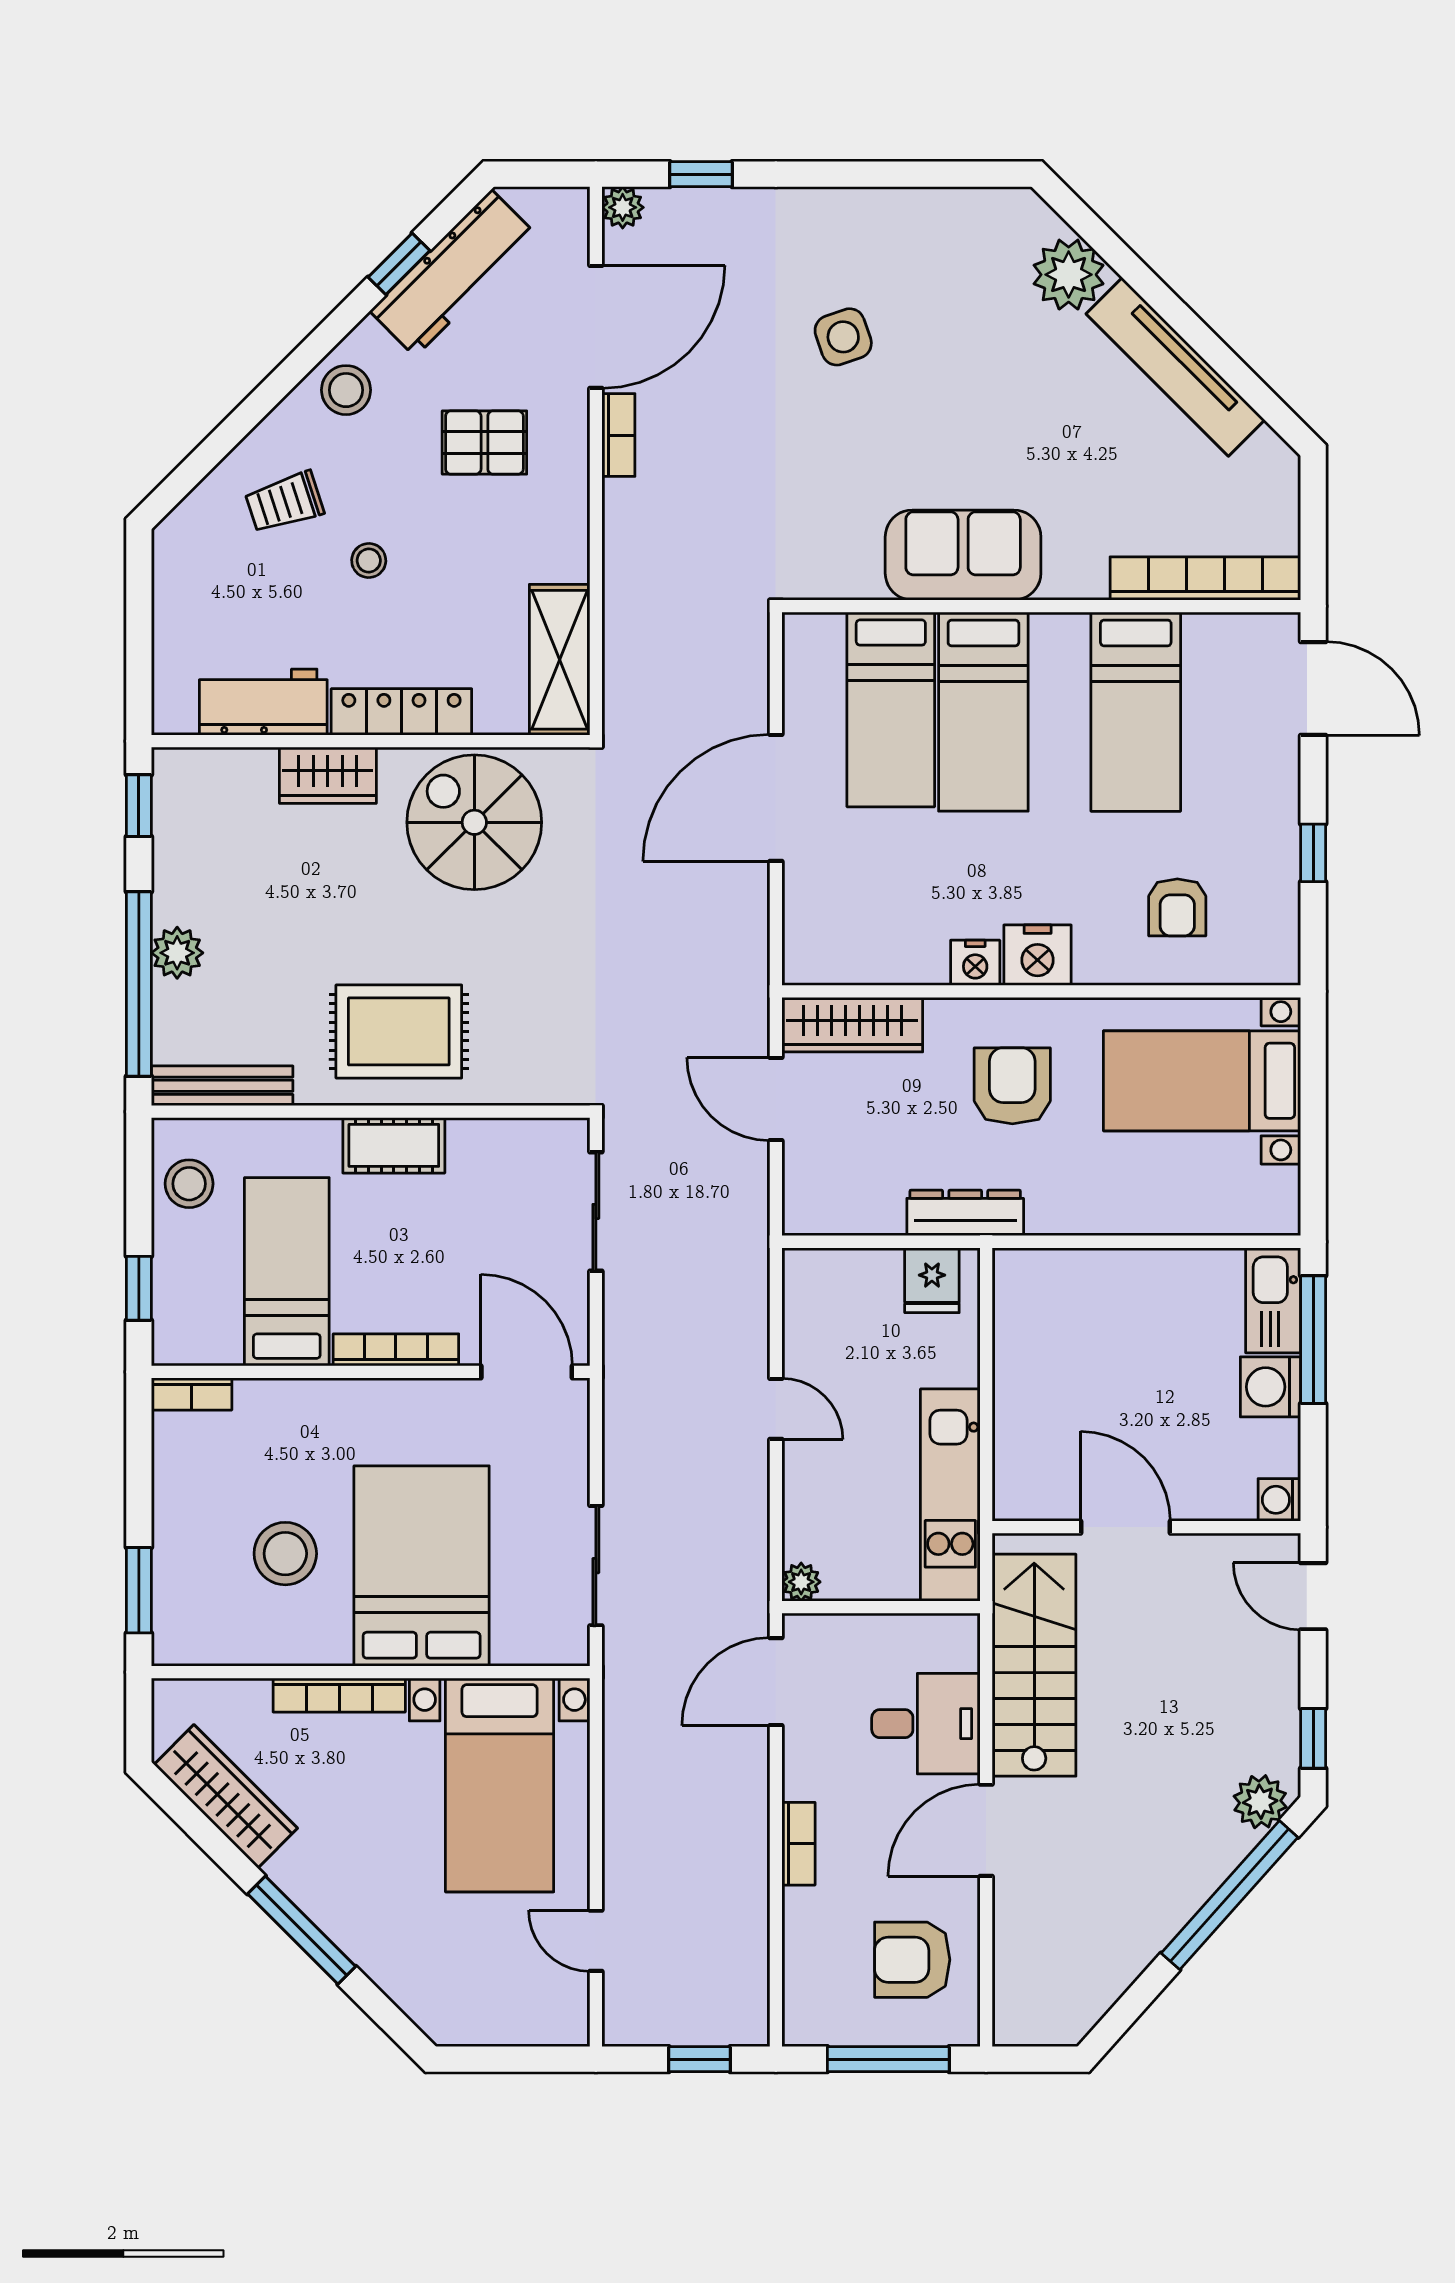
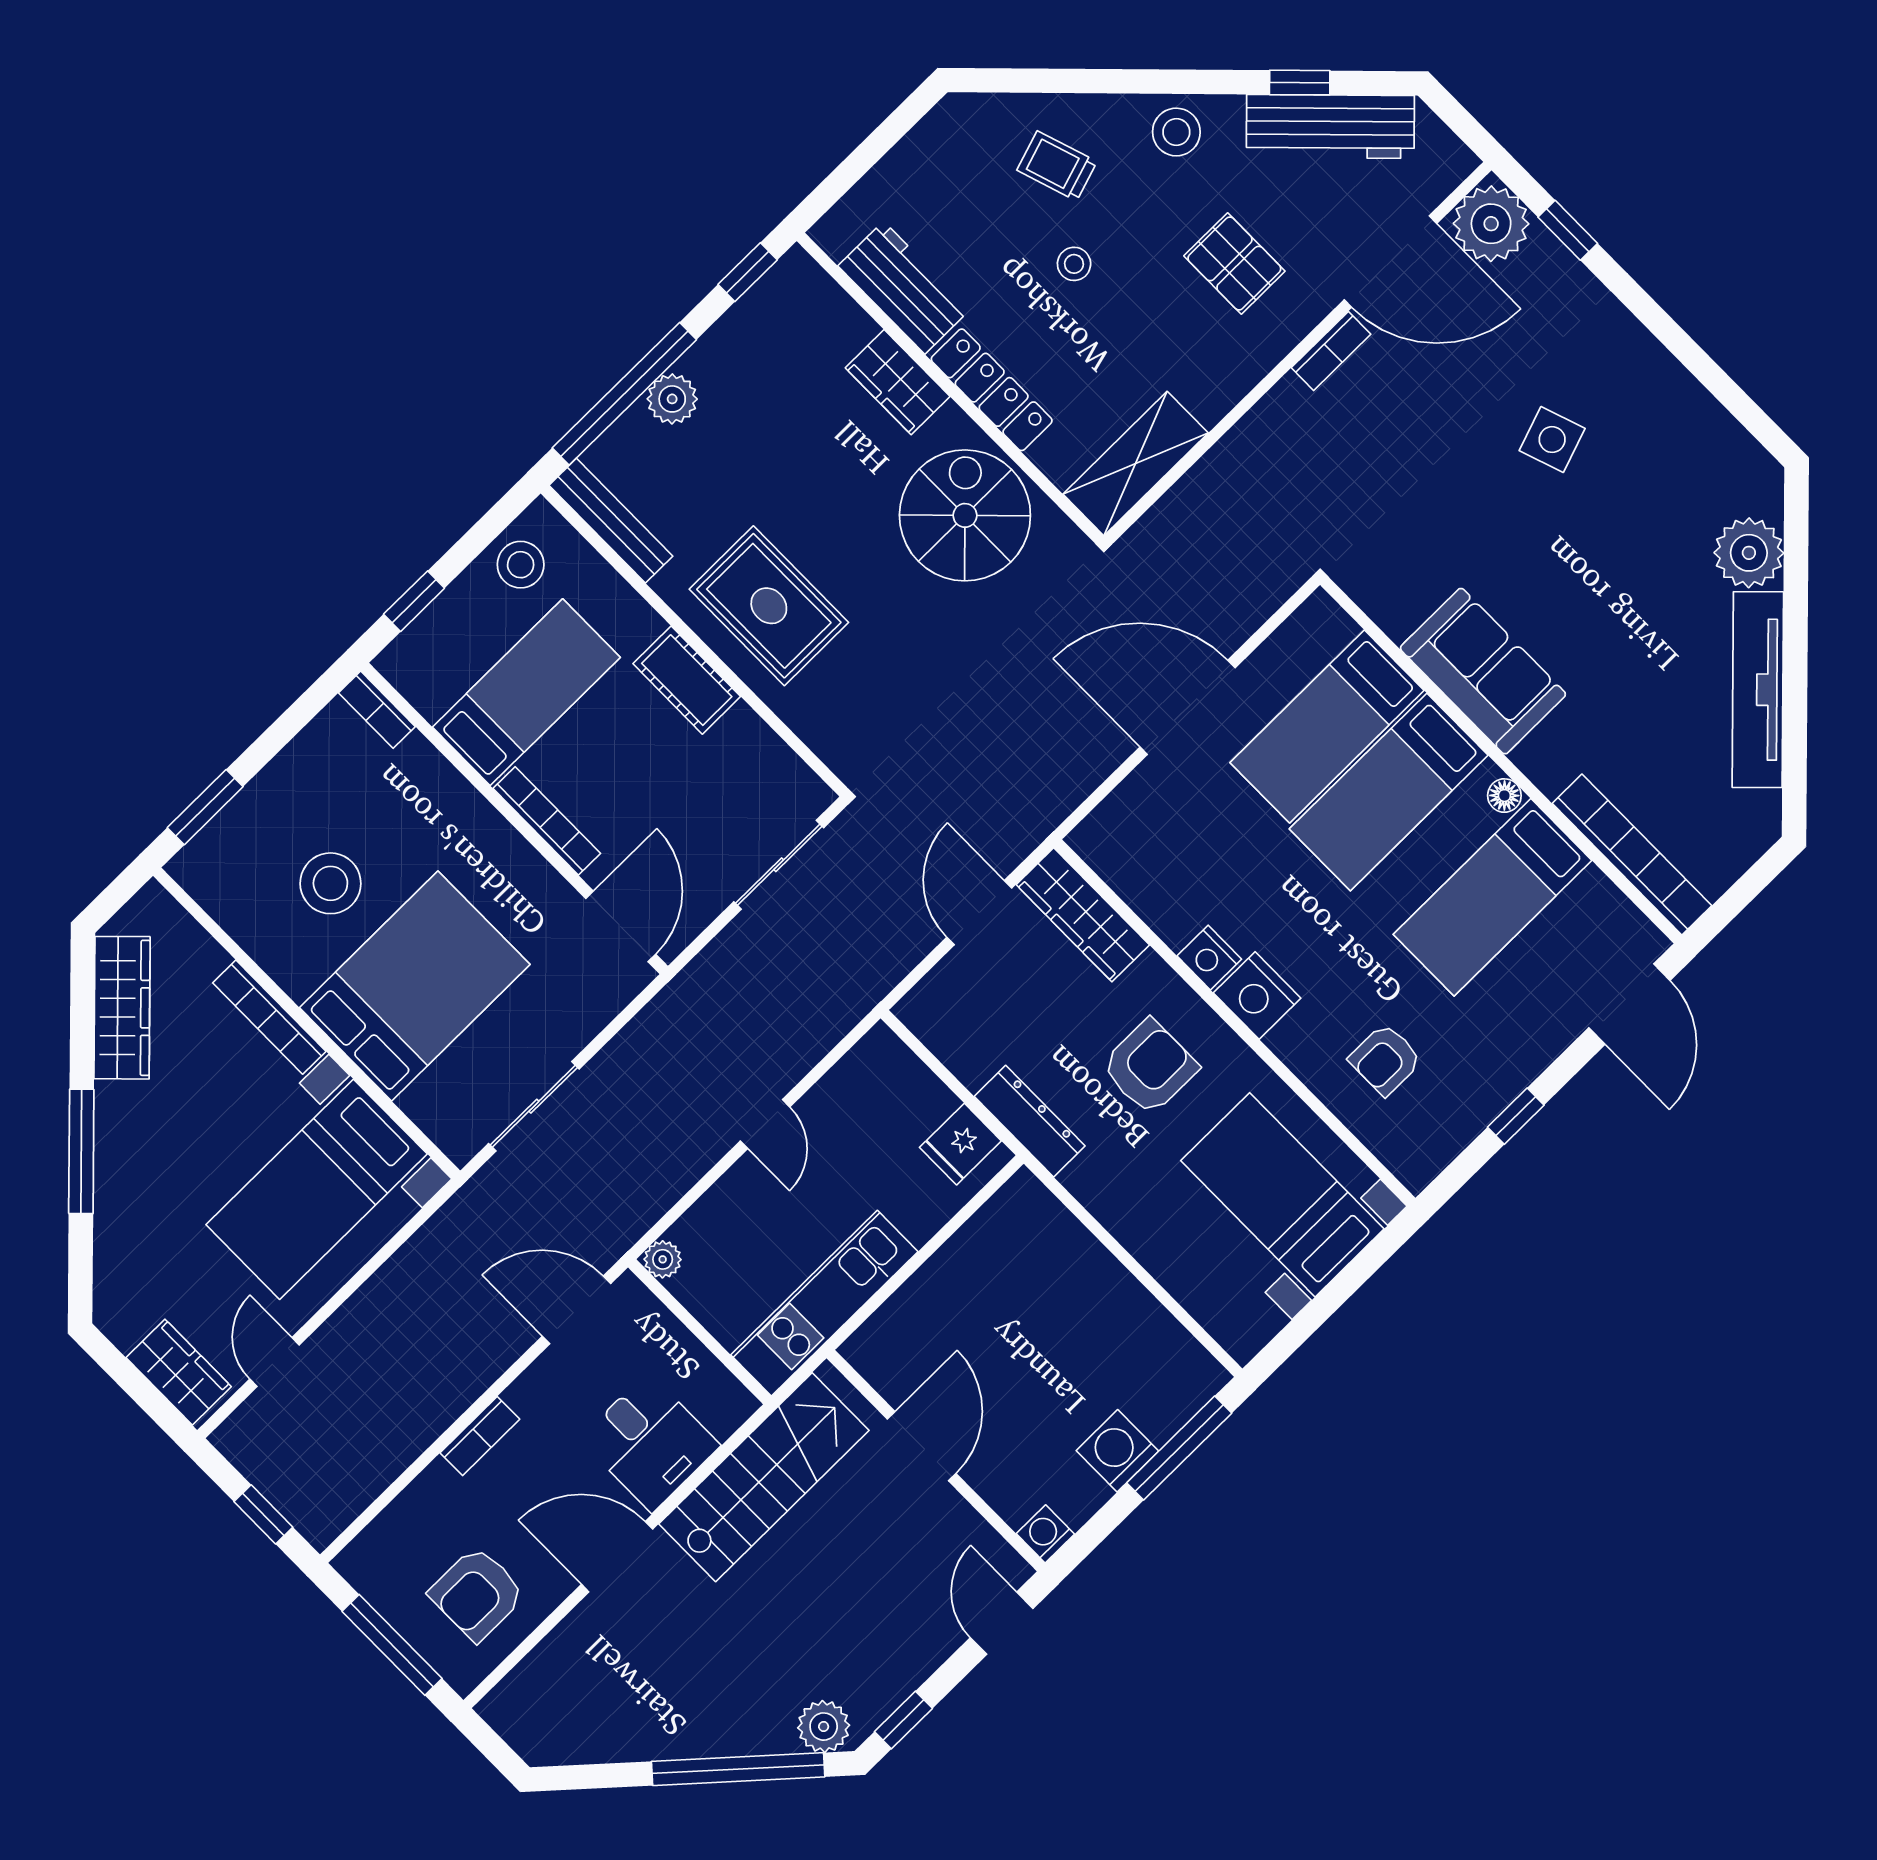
plant: (623, 207) -> (1491, 224), width x1.87, depth x1.87
floor lamp: (1070, 629) -> (1504, 796), added
kitchen sink: (1273, 1301) -> (1179, 1394), removed
armchair: (912, 1960) -> (477, 1594), turned -90
wardrobe: (534, 2018) -> (179, 1372), added

